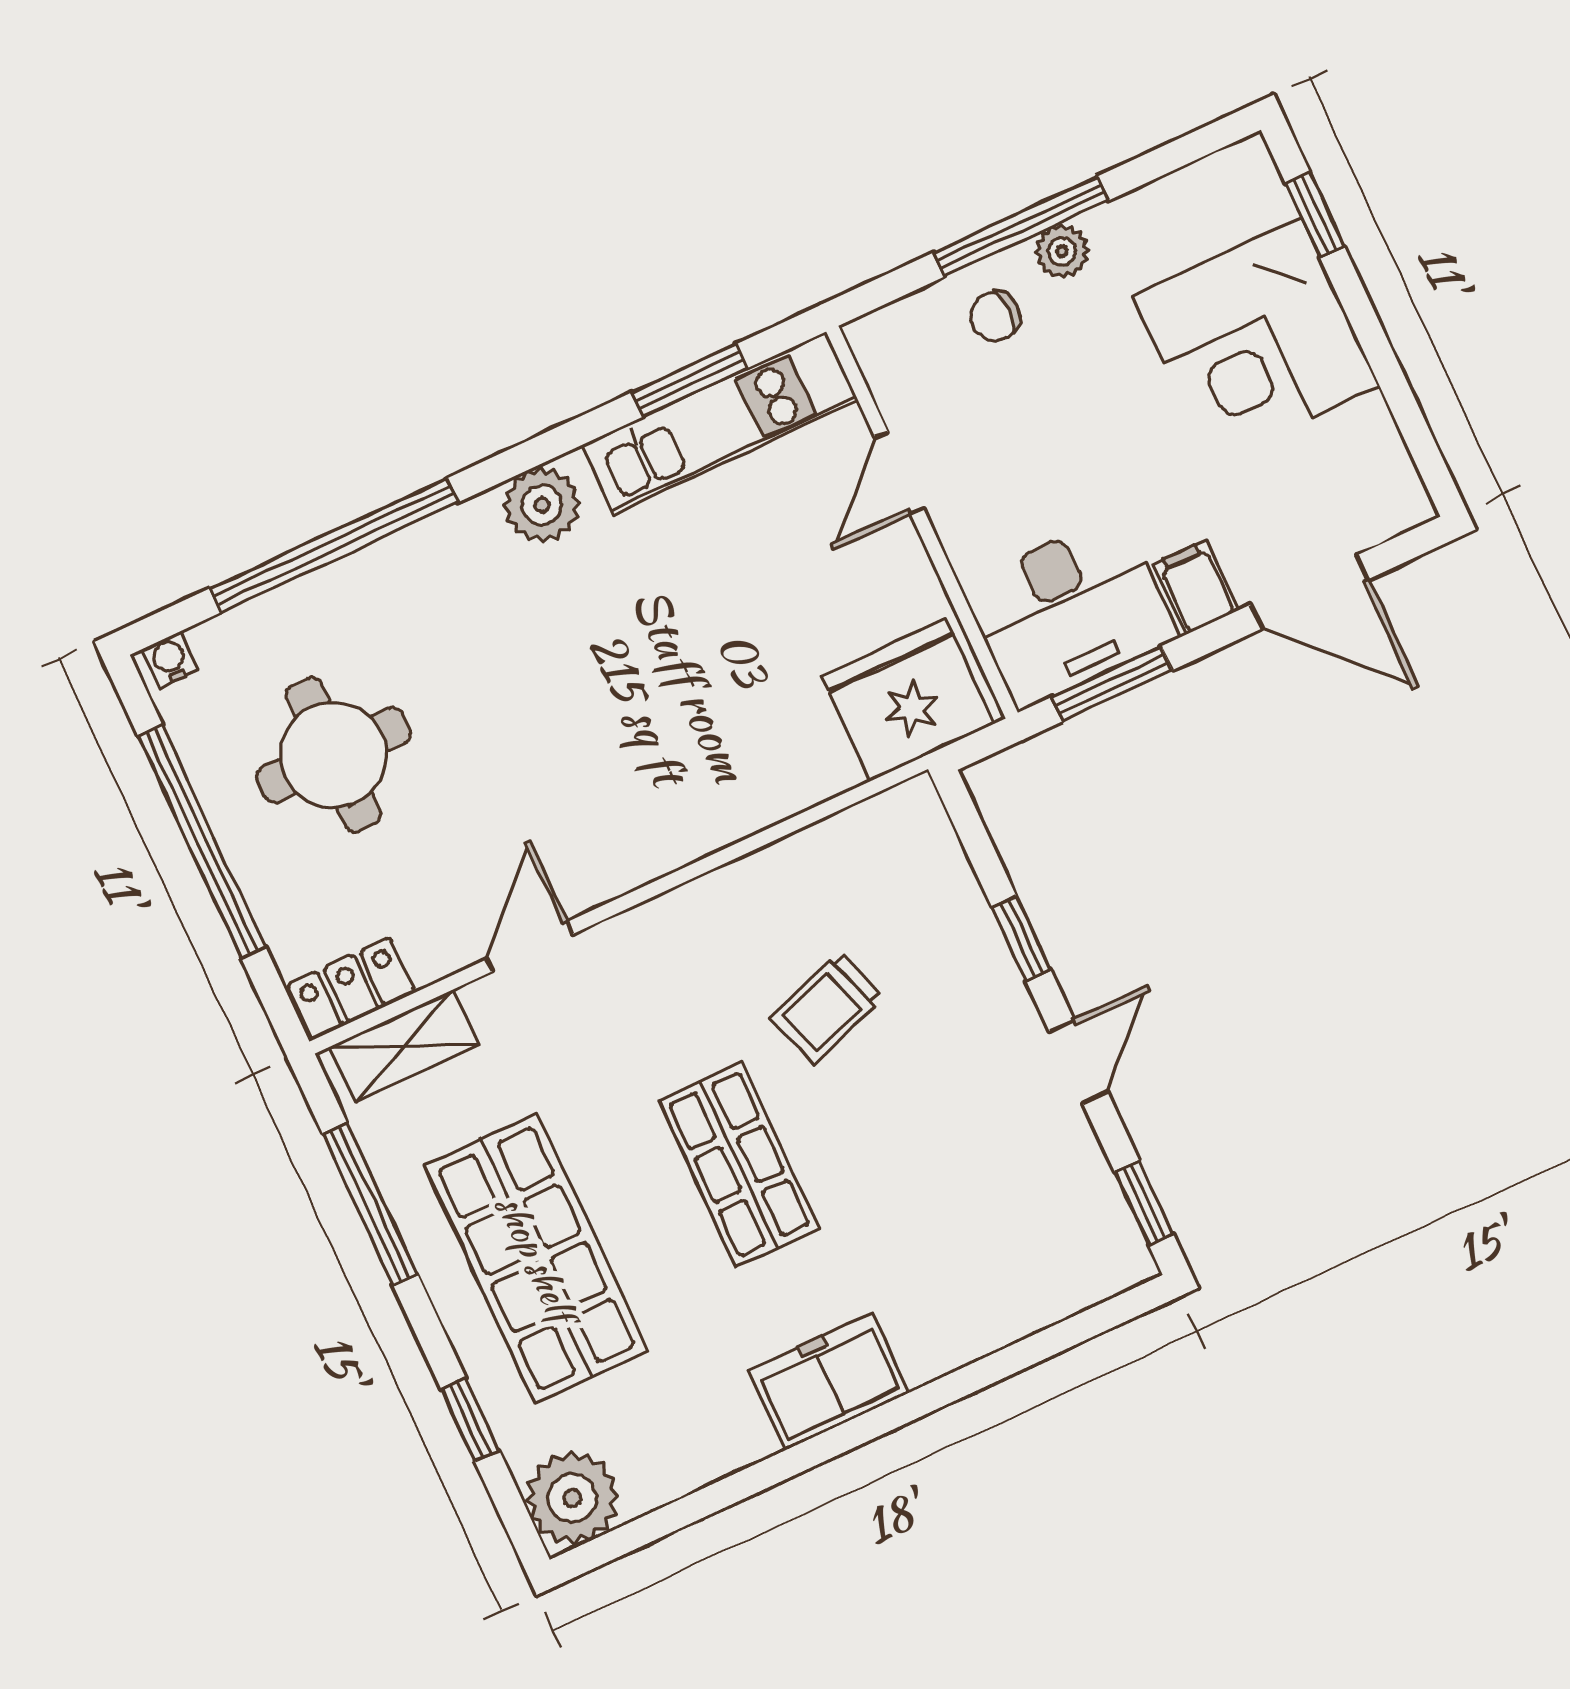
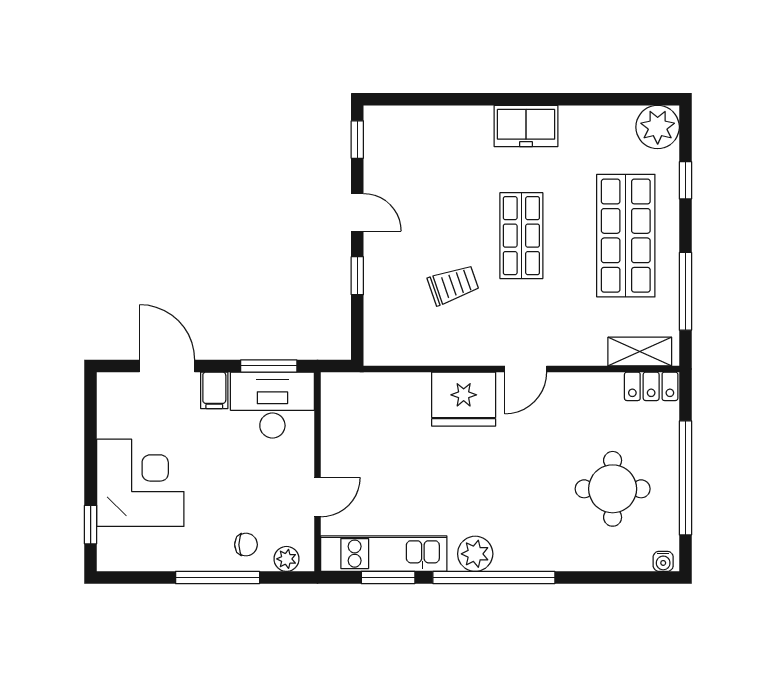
plant: (1062, 251) -> (286, 559), moved
window: (334, 545) -> (494, 577), moved
fridge: (908, 700) -> (464, 399), moved
door: (530, 947) -> (526, 369), moved
door: (1078, 1062) -> (357, 212), swing flipped

